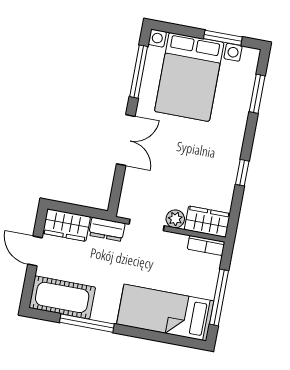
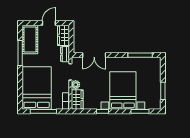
bed with nightstands: (189, 77) -> (123, 91), moved, turned 90
double door: (126, 140) -> (94, 55), moved
bed: (165, 313) -> (37, 88), width x1.50

